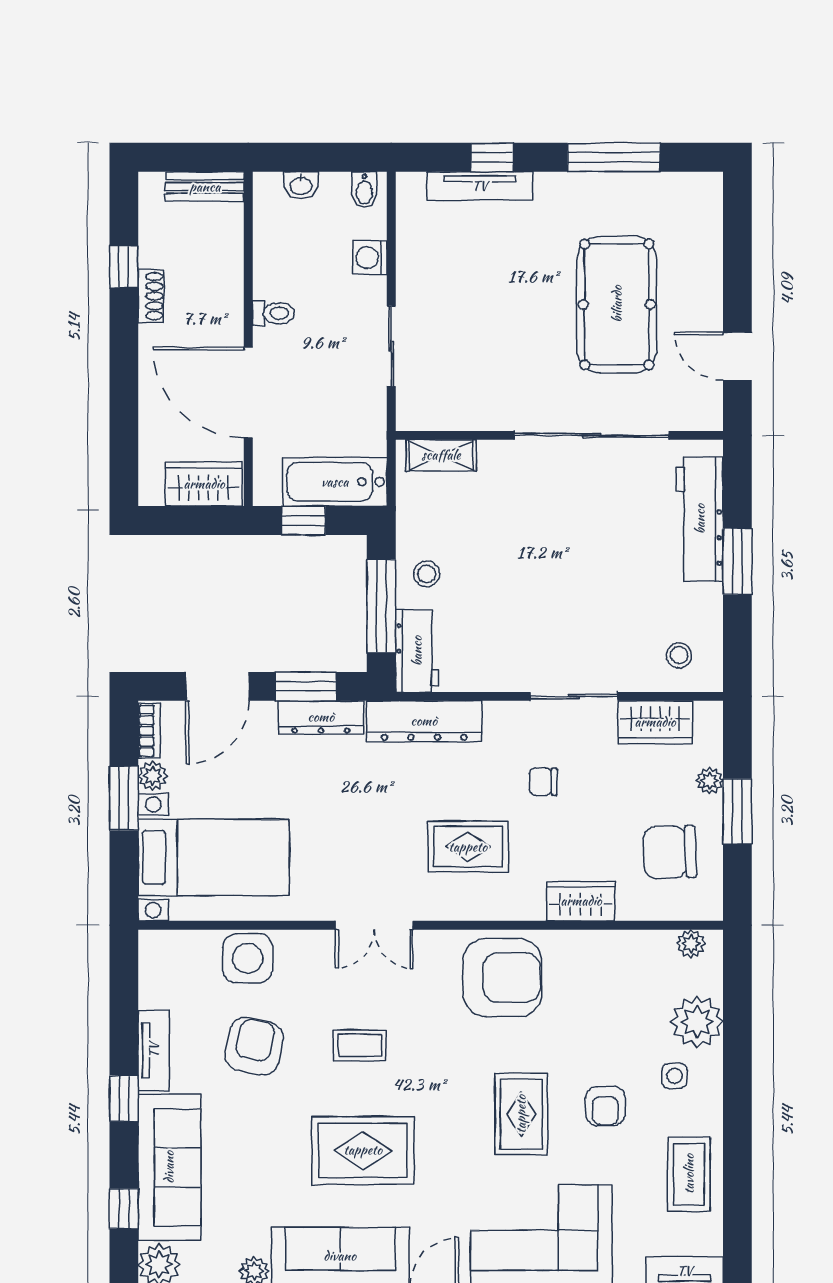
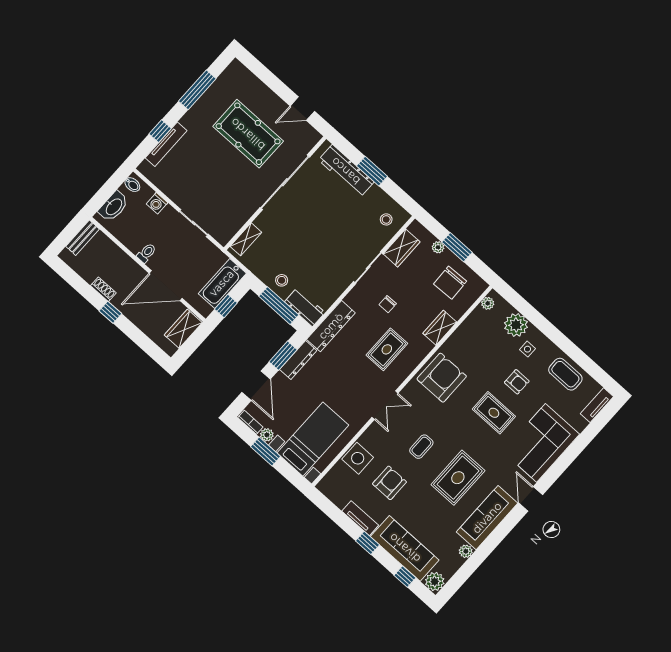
washbasin: (301, 185) -> (114, 206), width x1.91, depth x1.45
window: (124, 267) -> (110, 312), moved
armchair: (254, 1046) -> (389, 483), turned 78

